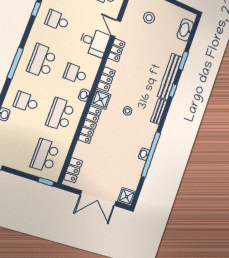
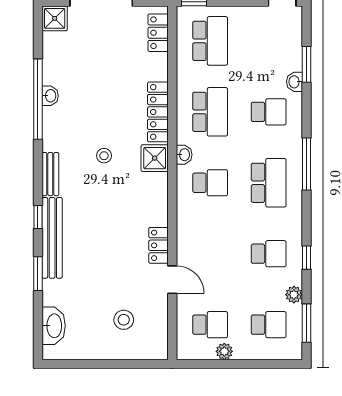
desk: (94, 42) -> (199, 244), removed
locker: (106, 79) -> (158, 193), removed

